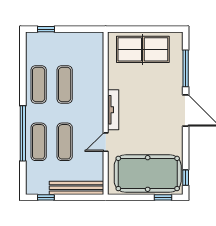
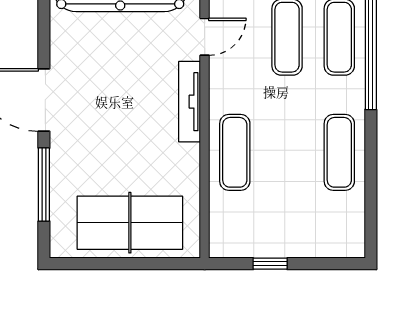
window: (46, 29) -> (270, 264), moved
exercise mat: (65, 84) -> (235, 152), moved

